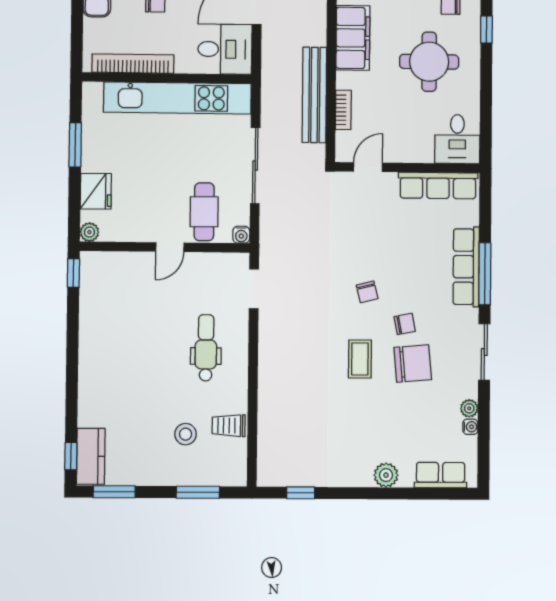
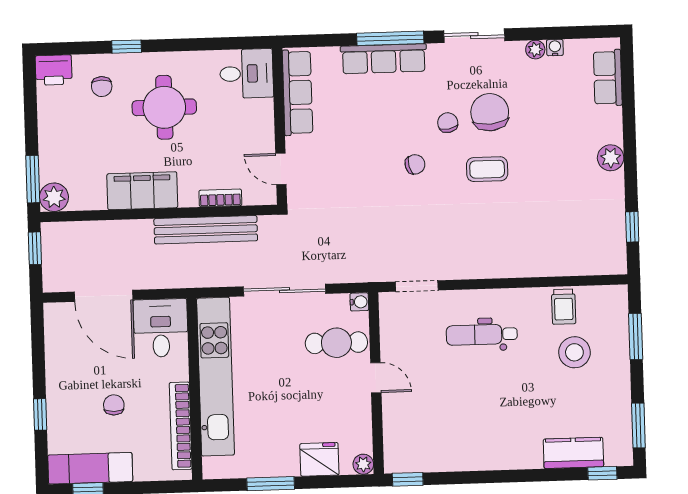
stool: (186, 434) -> (574, 352), width x1.38, depth x1.38
kitchen counter: (91, 456) -> (573, 453), moved
plant: (386, 475) -> (611, 158), moved

